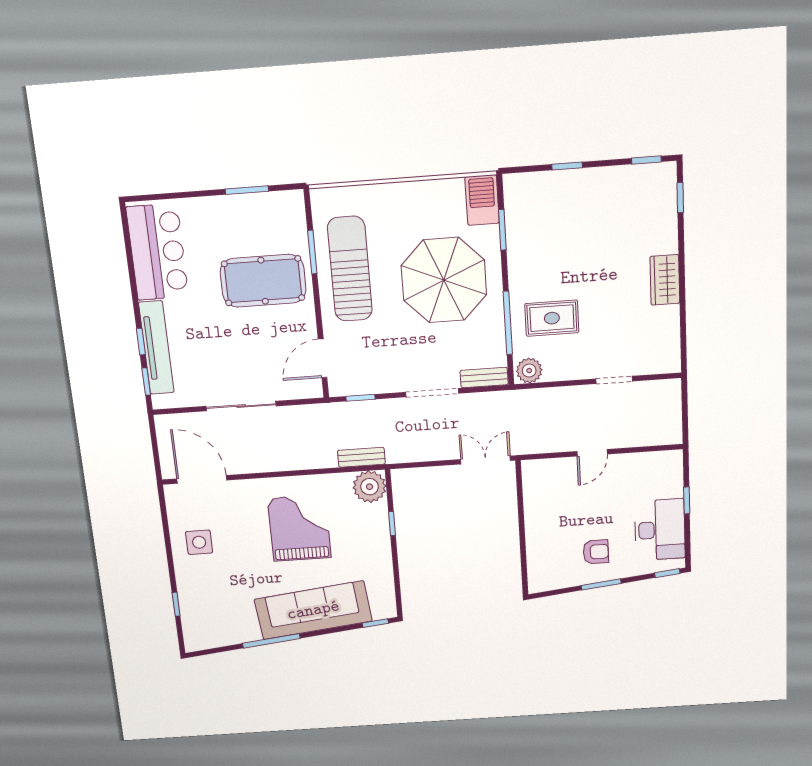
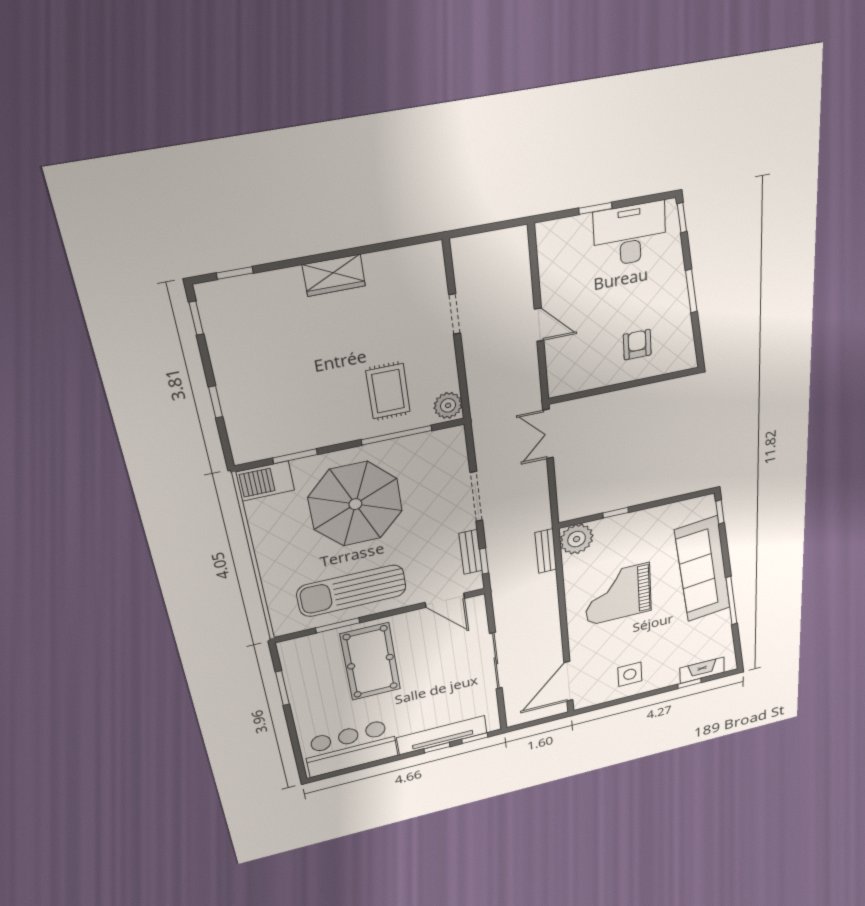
bench: (484, 378) -> (471, 552), moved
armchair: (596, 552) -> (637, 345), moved
fireplace: (190, 616) -> (702, 670), added

